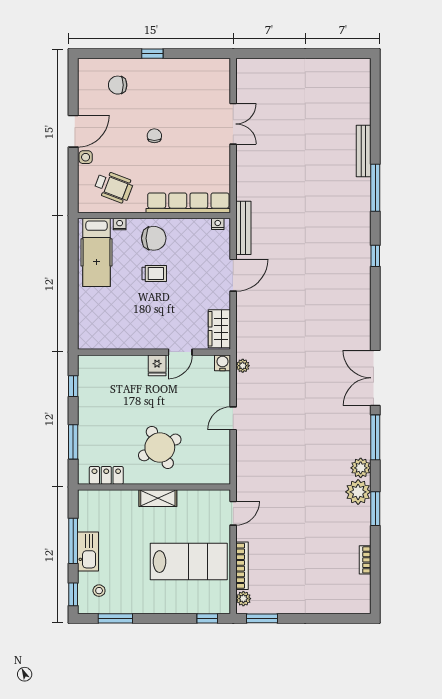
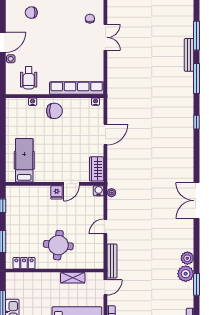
chair: (154, 136) -> (90, 19), moved
wheelchair: (114, 187) -> (29, 78), turned 69
bench: (243, 228) -> (112, 261), moved
hospital bed: (96, 252) -> (24, 160), moved, turned 180
trolley: (154, 273) -> (55, 133), removed
window: (375, 437) -> (197, 36), moved
round table: (160, 447) -> (58, 245), turned 33
shelving: (158, 498) -> (73, 278), moved

